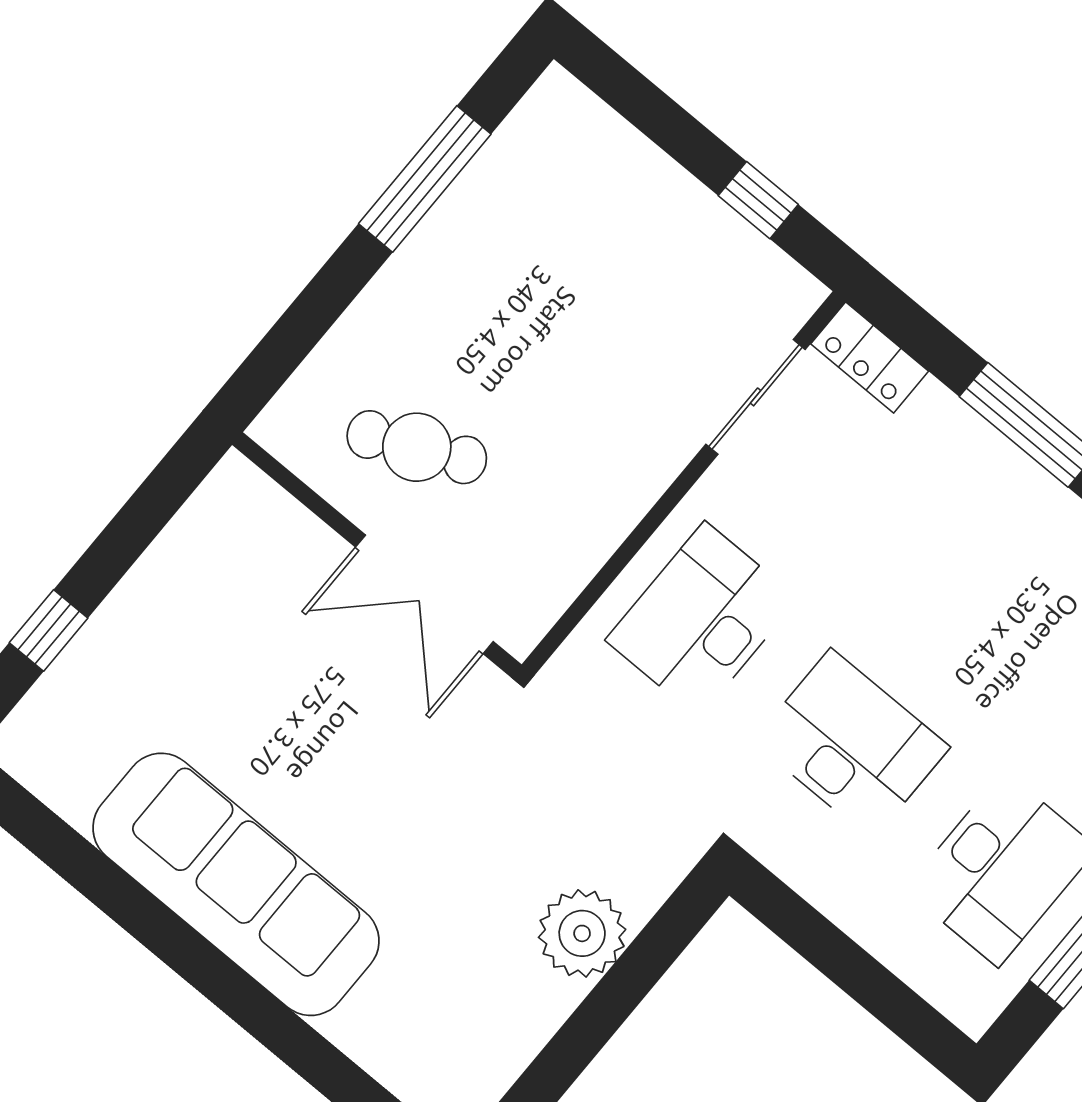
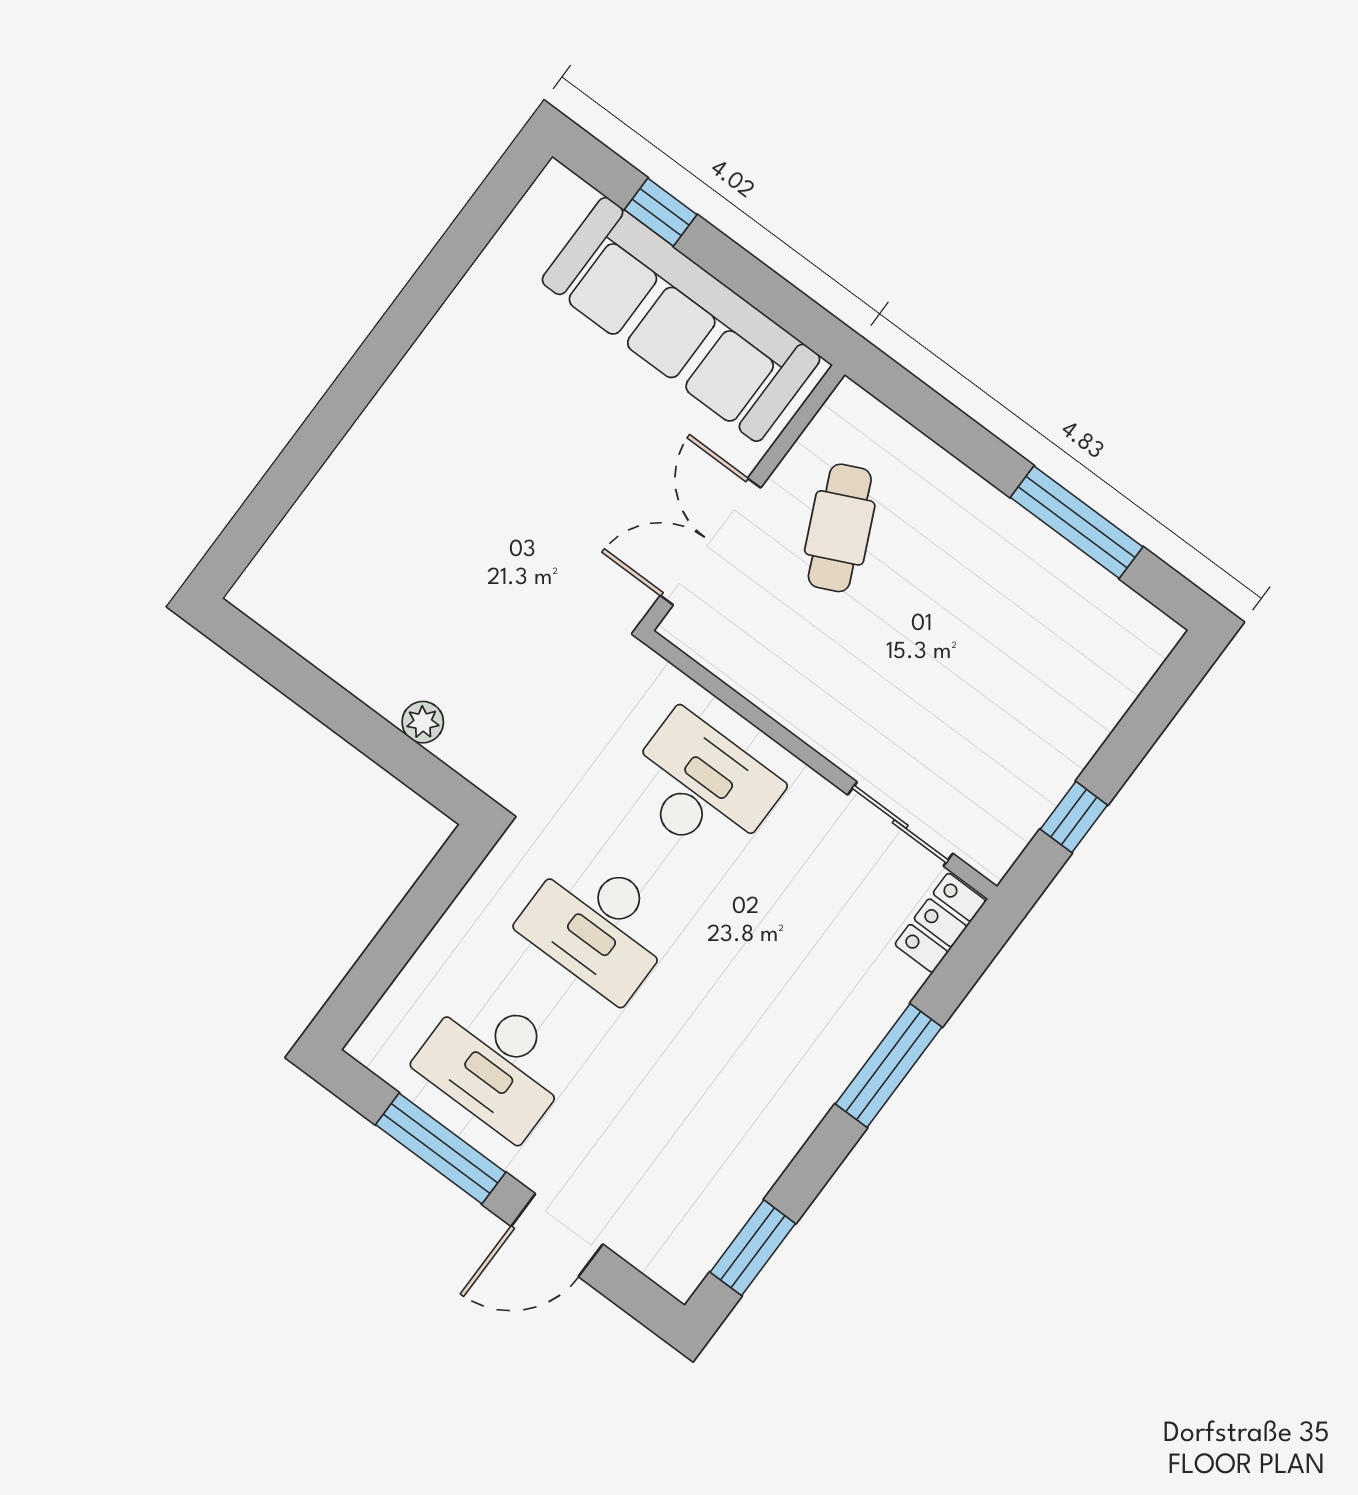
desk: (851, 744) -> (599, 925), turned 90
sofa: (236, 884) -> (681, 319), moved, turned 90
plant: (582, 933) -> (423, 722), width x0.53, depth x0.53

